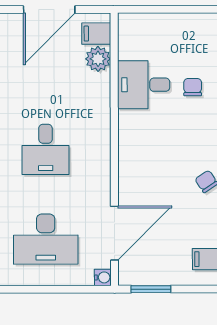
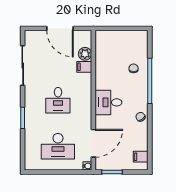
door: (49, 10) -> (60, 28), hinge flipped
filing cabinet: (96, 34) -> (84, 67), moved
desk: (144, 85) -> (108, 102), moved

